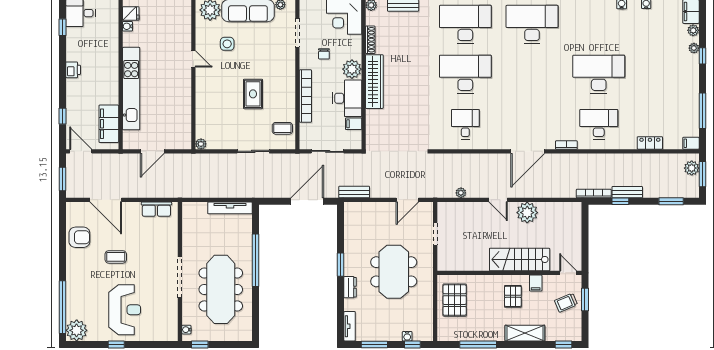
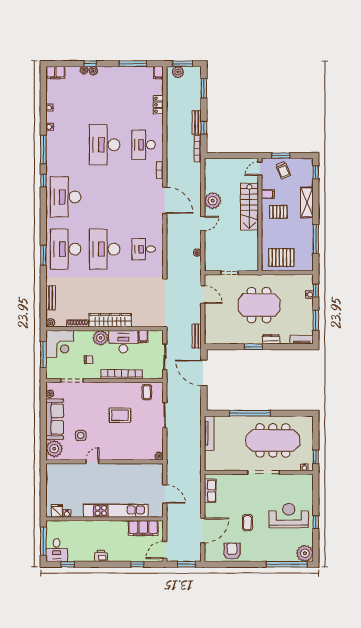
plant: (693, 30) -> (93, 71), moved

